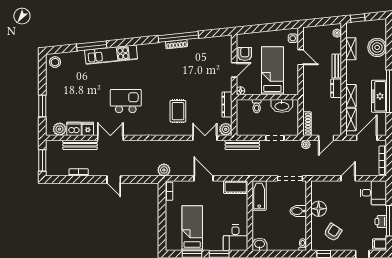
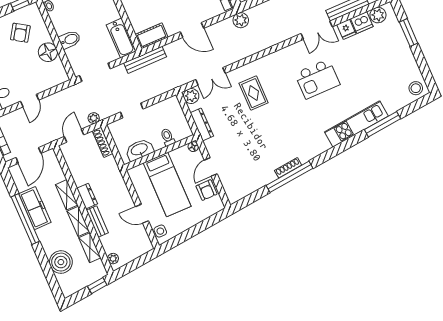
shelving: (351, 120) -> (78, 221), moved
bench: (242, 145) -> (145, 60), moved

